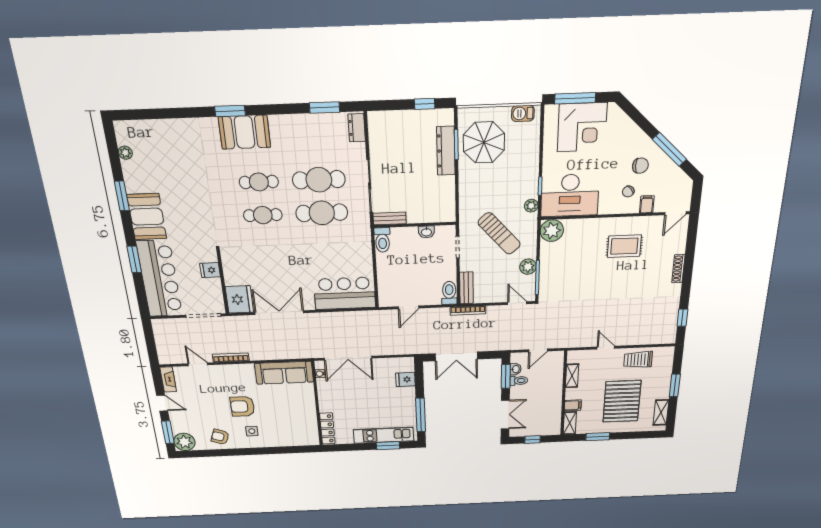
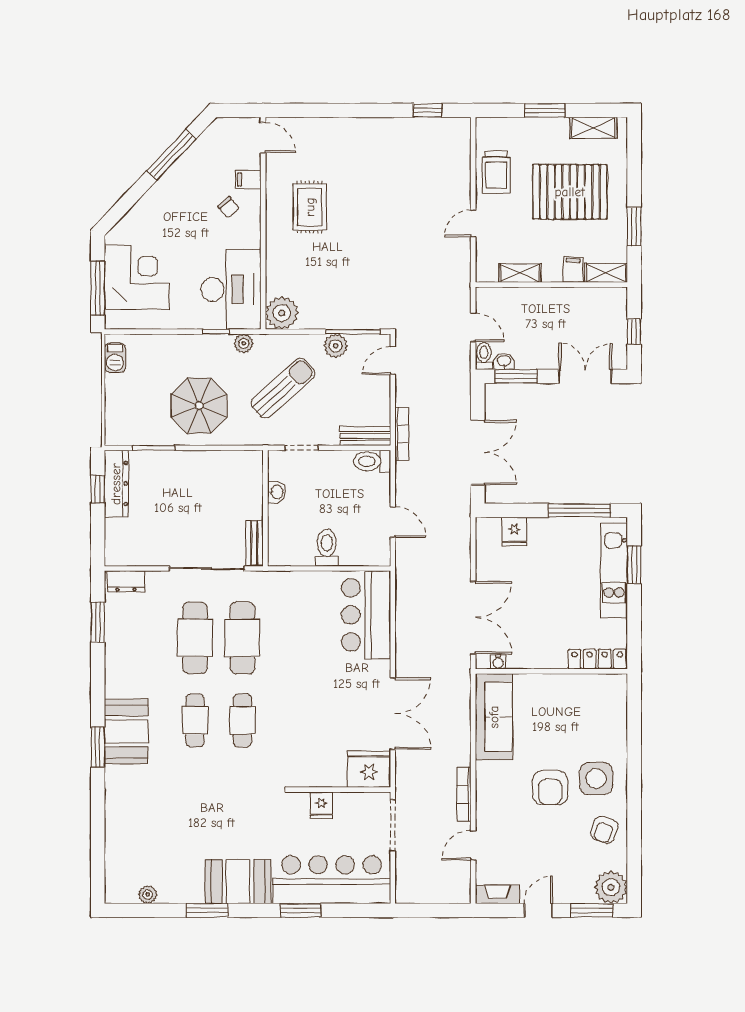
parasol: (484, 142) -> (199, 406), moved
dresser: (446, 151) -> (116, 484), moved, turned -90
chair: (640, 166) -> (192, 193), removed
toilet: (382, 240) -> (327, 548), moved, turned -90
shoe rack: (678, 269) -> (348, 125), removed
double door: (279, 313) -> (393, 713), swing flipped
toilet: (519, 381) -> (484, 356), moved
side table: (252, 431) -> (596, 778), width x1.87, depth x1.87

